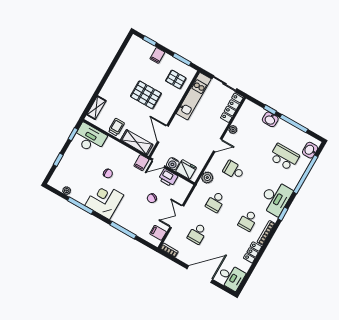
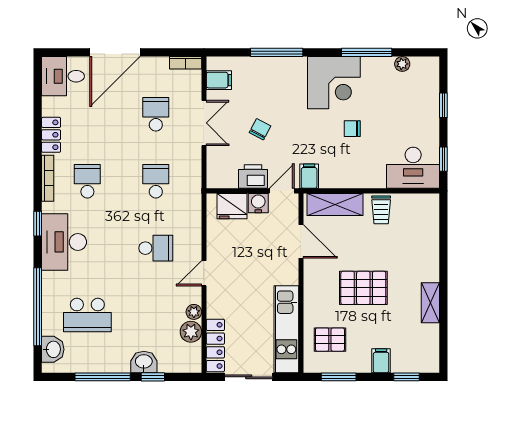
shelving: (96, 108) -> (430, 303), moved
plant: (207, 178) -> (191, 332), moved

